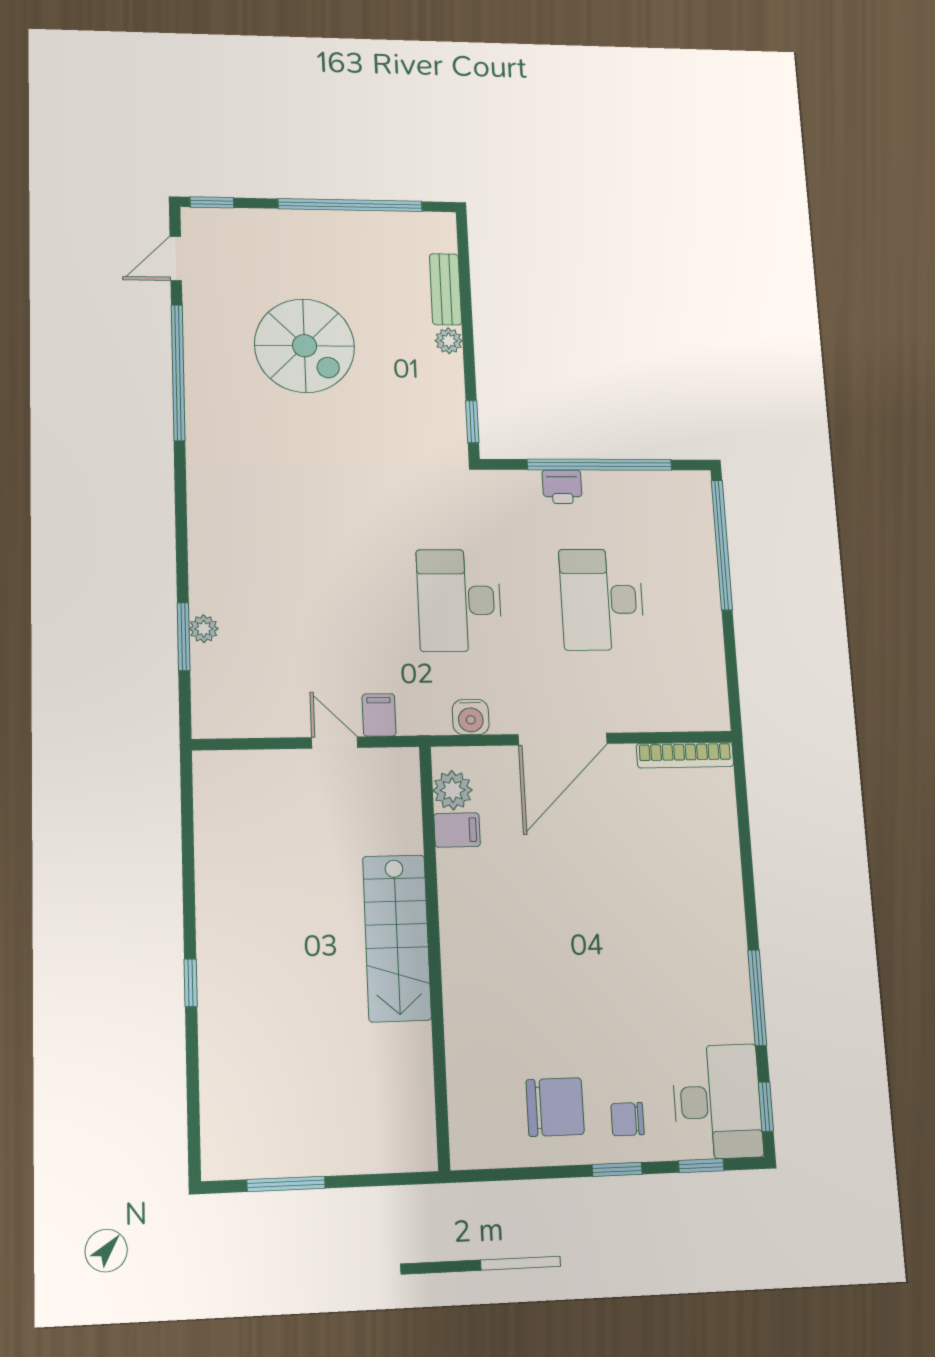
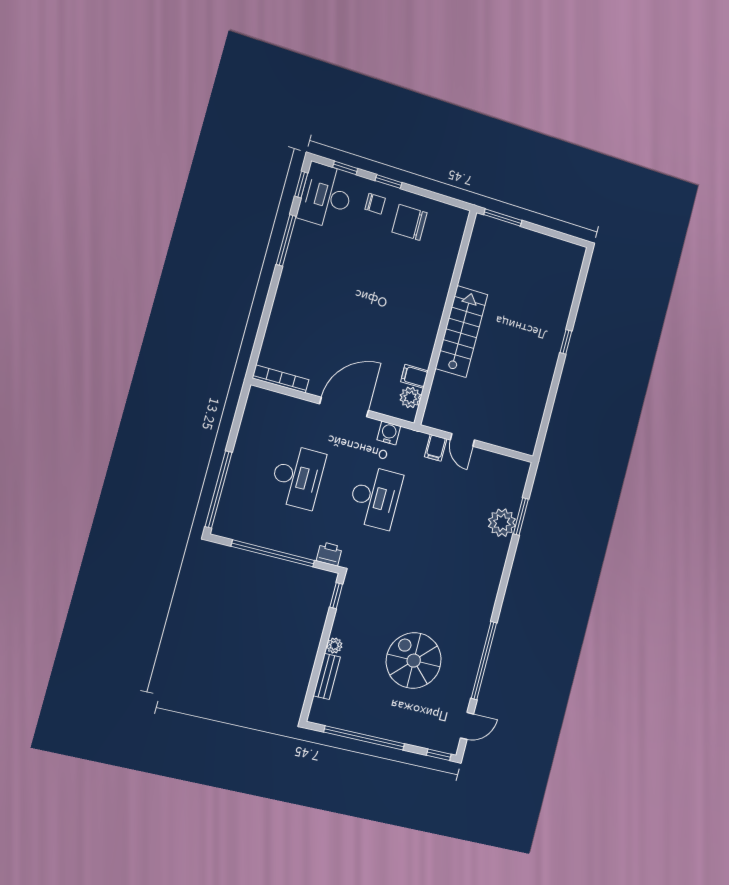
printer: (562, 487) -> (329, 554), moved
plant: (204, 629) -> (502, 523), width x1.88, depth x1.88
window: (286, 1184) -> (503, 218), moved

